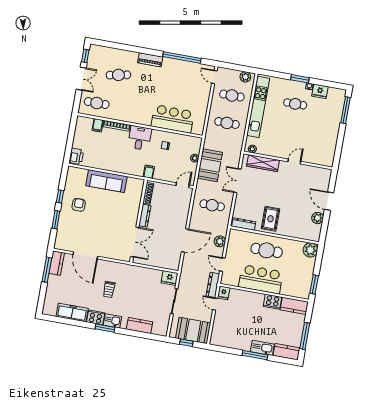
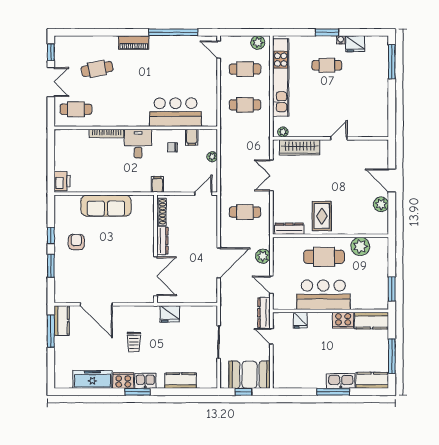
filing cabinet: (98, 125) -> (192, 137), moved
booth: (210, 165) -> (233, 162), removed
plant: (310, 250) -> (360, 246), moved
fridge: (170, 278) -> (170, 314), moved
fridge: (224, 293) -> (300, 320), moved

